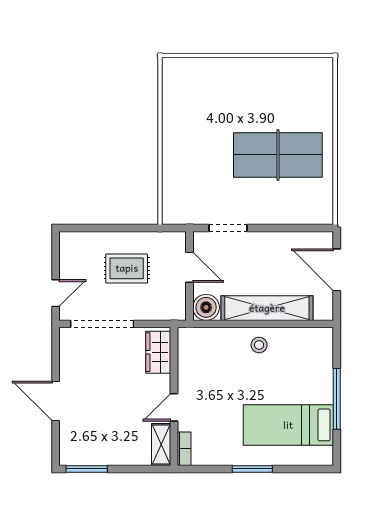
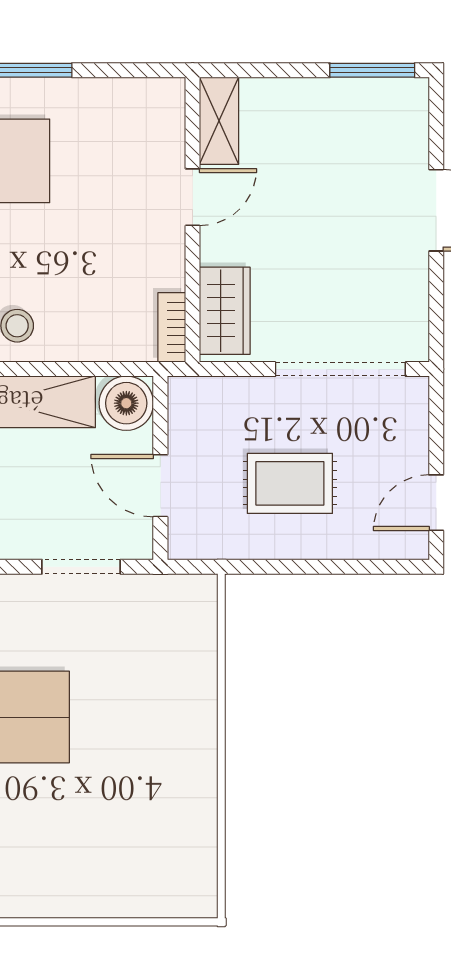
door: (56, 293) -> (436, 503), moved
bookcase: (184, 449) -> (172, 327), moved

